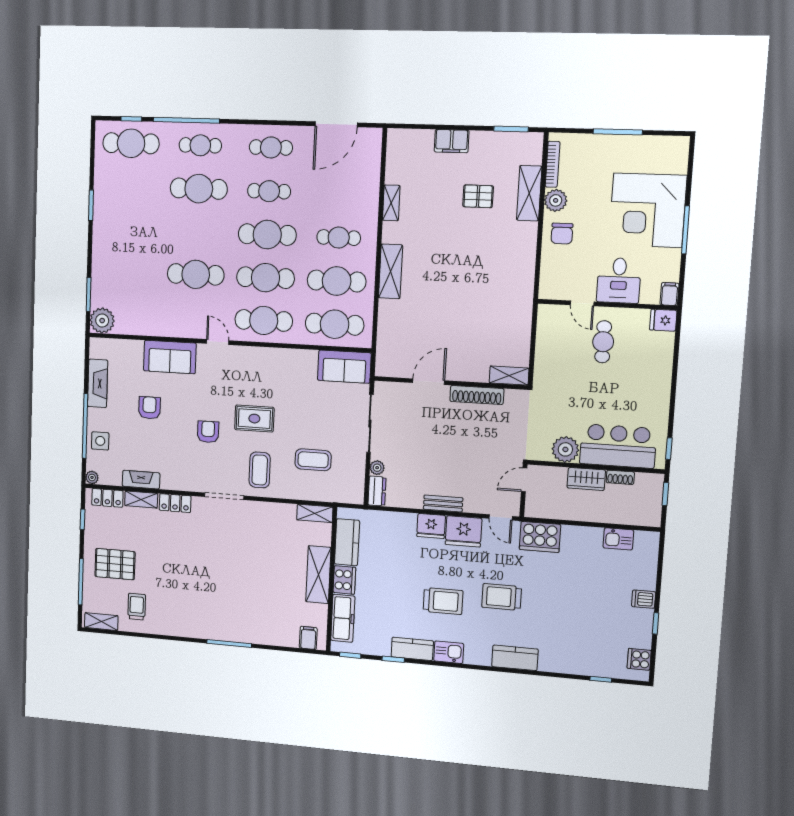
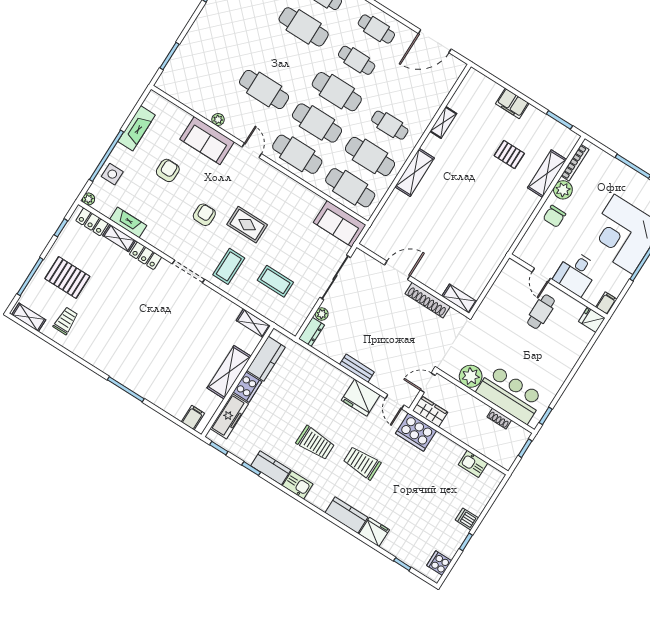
plant: (102, 321) -> (218, 120), moved, width x0.53, depth x0.53
wardrobe: (586, 479) -> (430, 411), moved, turned 180
fridge: (431, 526) -> (374, 532), moved, turned 180

